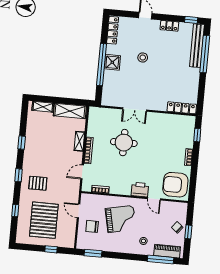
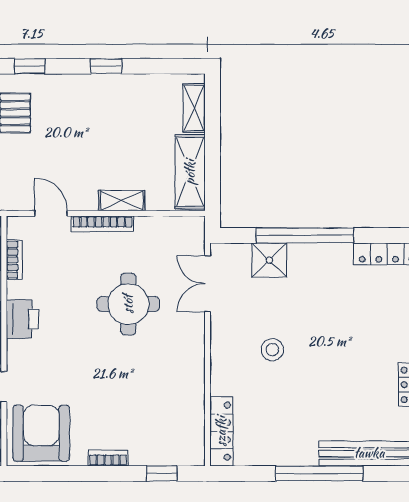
window: (205, 54) -> (319, 473), moved
stool: (143, 58) -> (272, 350), moved
shower: (112, 62) -> (269, 260), moved
double door: (135, 109) -> (208, 284), moved
printer: (140, 190) -> (22, 319), moved

